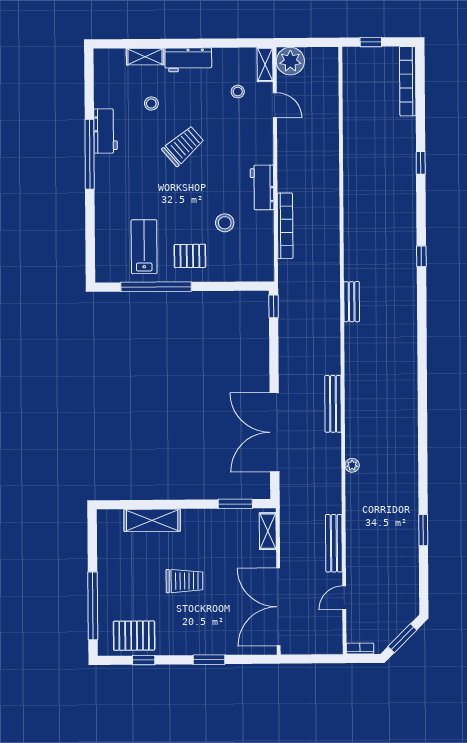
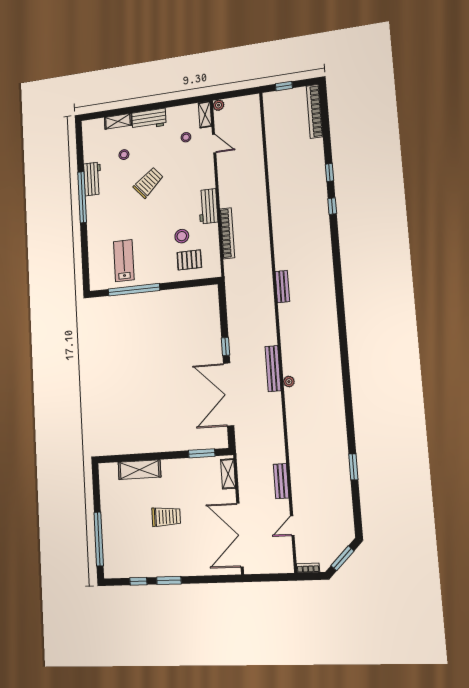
plant: (290, 61) -> (219, 105), width x0.53, depth x0.53
pallet: (190, 256) -> (189, 260), moved
window: (421, 256) -> (332, 206), moved
window: (274, 306) -> (225, 347), moved
plant: (352, 465) -> (289, 382), moved
bench: (334, 543) -> (281, 481), width x0.73
pallet: (134, 636) -> (130, 562), removed
window: (209, 660) -> (169, 580), moved

